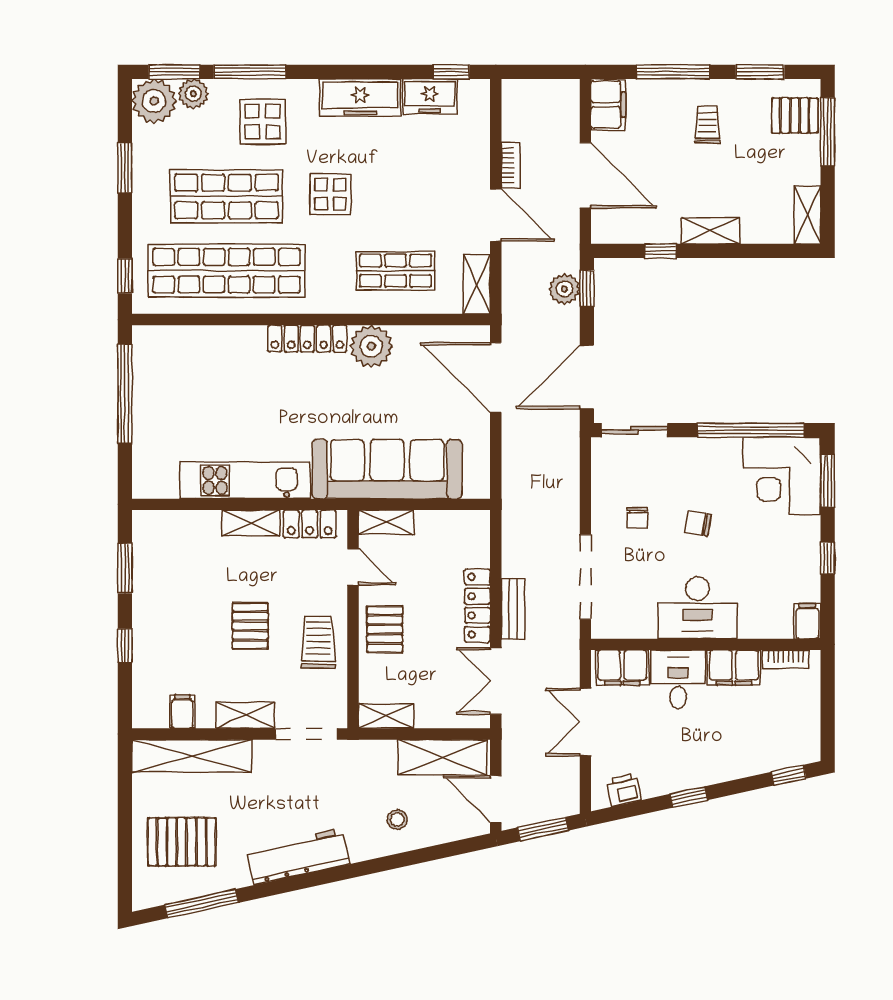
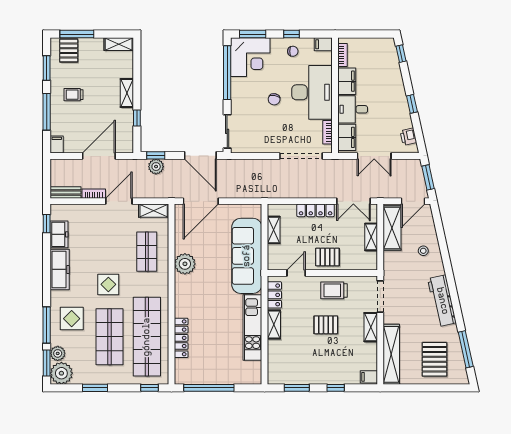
filing cabinet: (608, 105) -> (57, 144), width x0.50
locker: (307, 339) -> (181, 338), moved
chair: (637, 518) -> (293, 51), moved
shelving: (386, 522) -> (274, 230), moved
desk: (698, 608) -> (312, 92), width x1.36, depth x1.30
bench: (513, 609) -> (66, 192), moved
bookcase: (632, 629) -> (328, 132), added
filing cabinet: (182, 712) -> (369, 377), moved
shelving: (386, 716) -> (371, 237), moved

